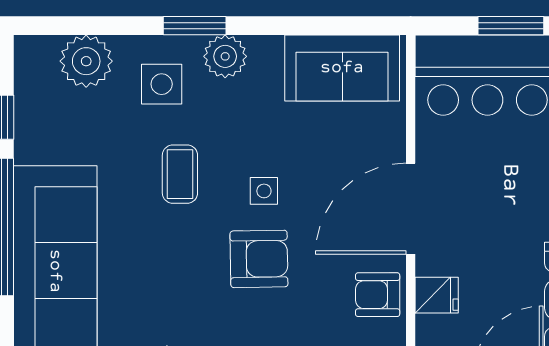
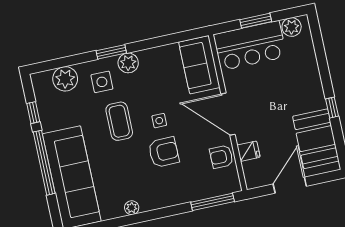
sofa: (342, 68) -> (199, 65), moved, turned 90
coffee table: (180, 174) -> (119, 121), width x1.36, depth x1.30
door: (411, 209) -> (228, 114), hinge flipped

